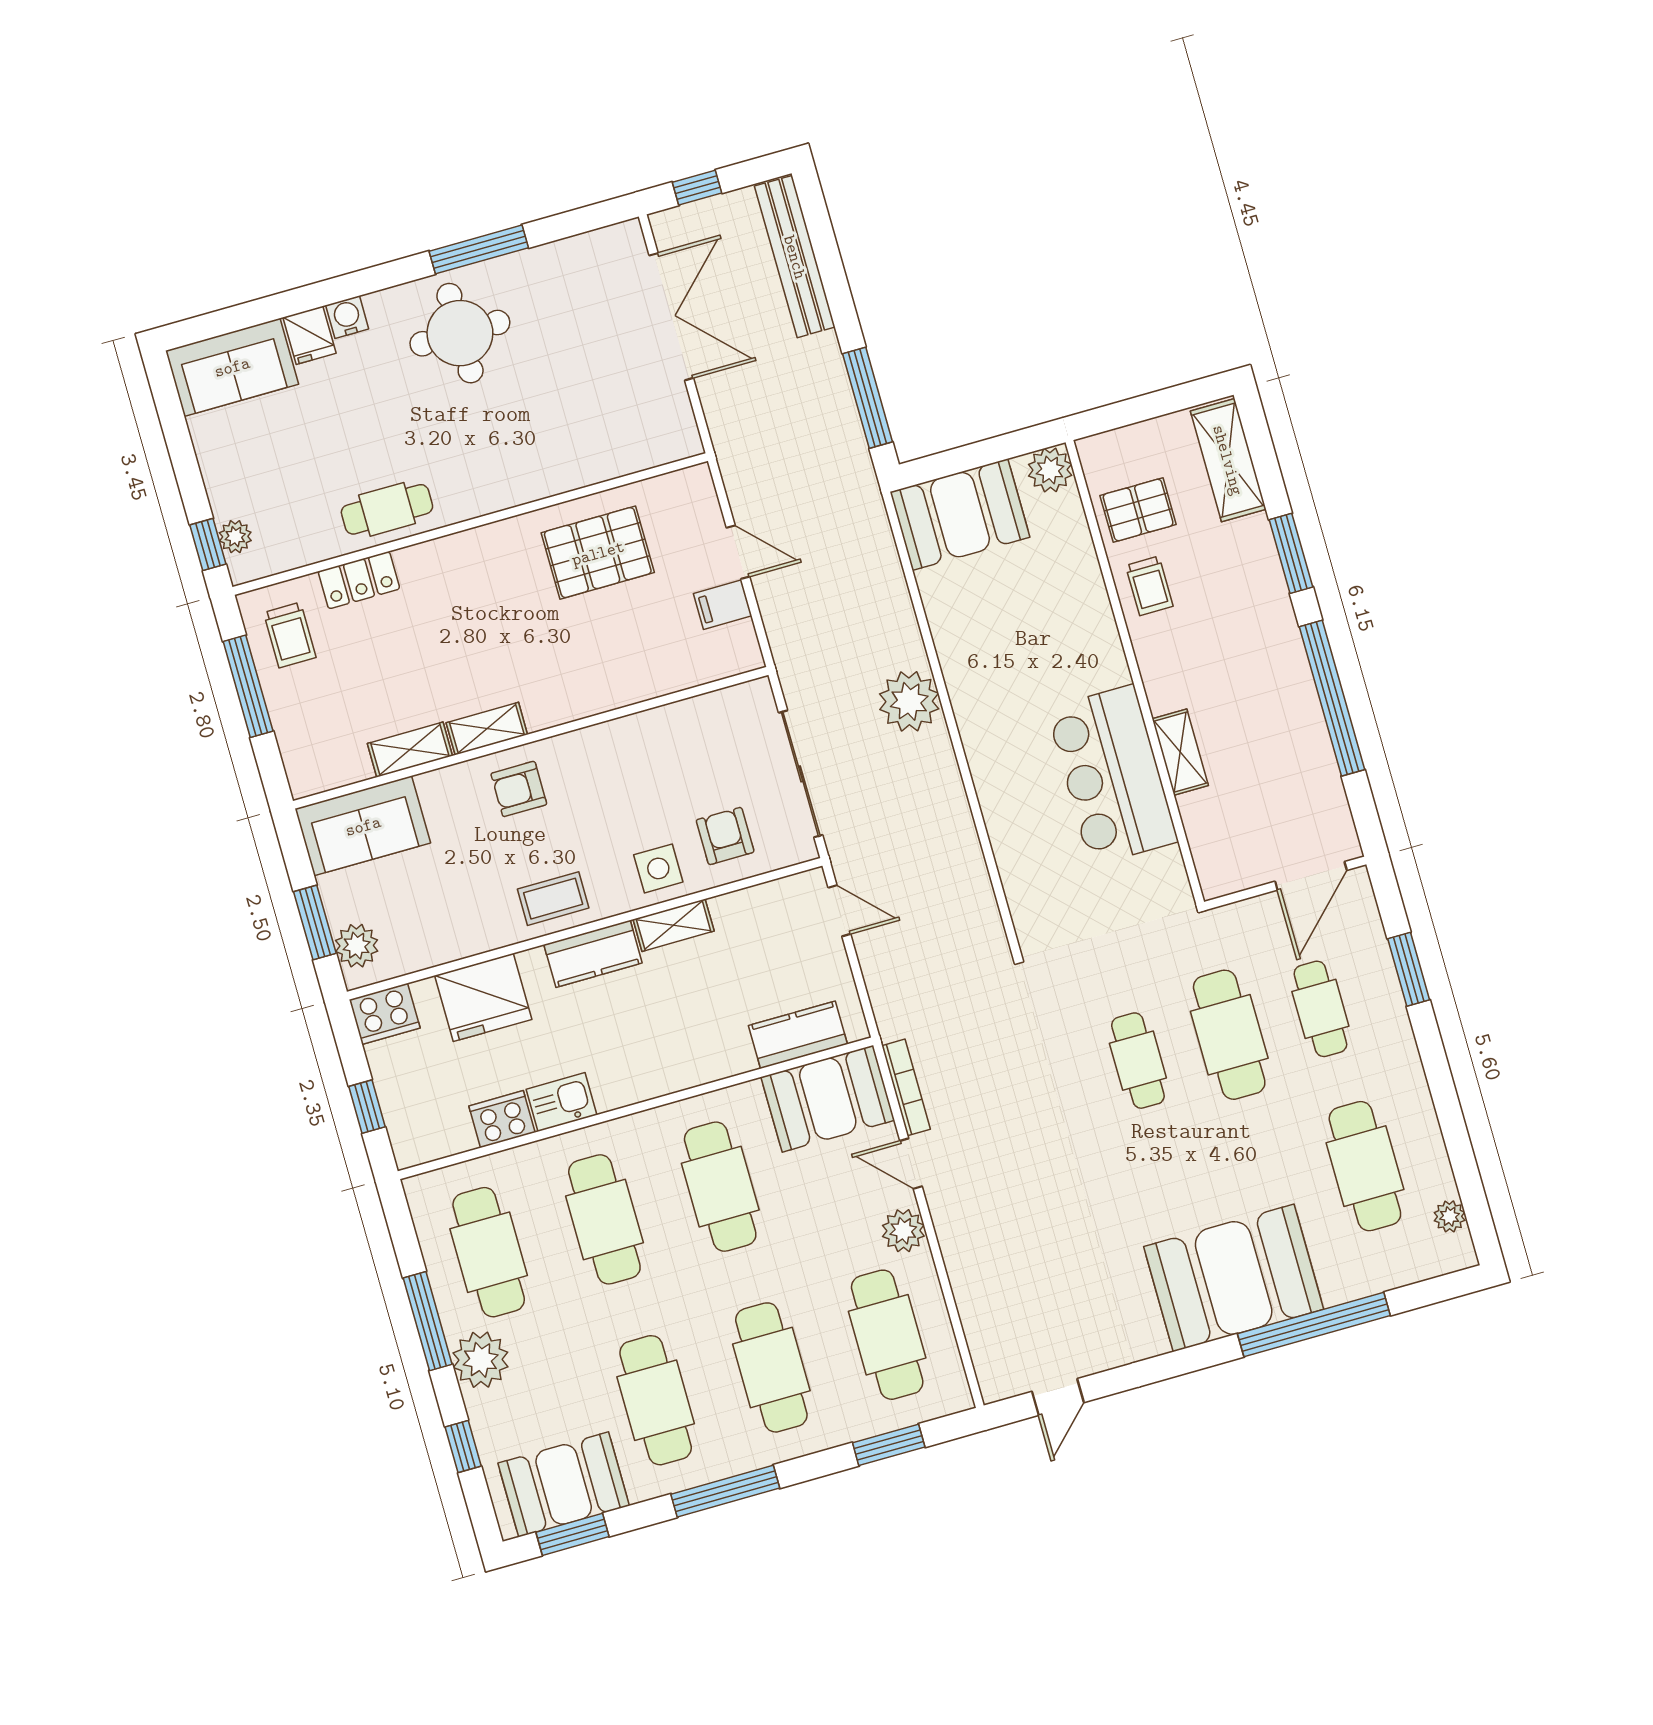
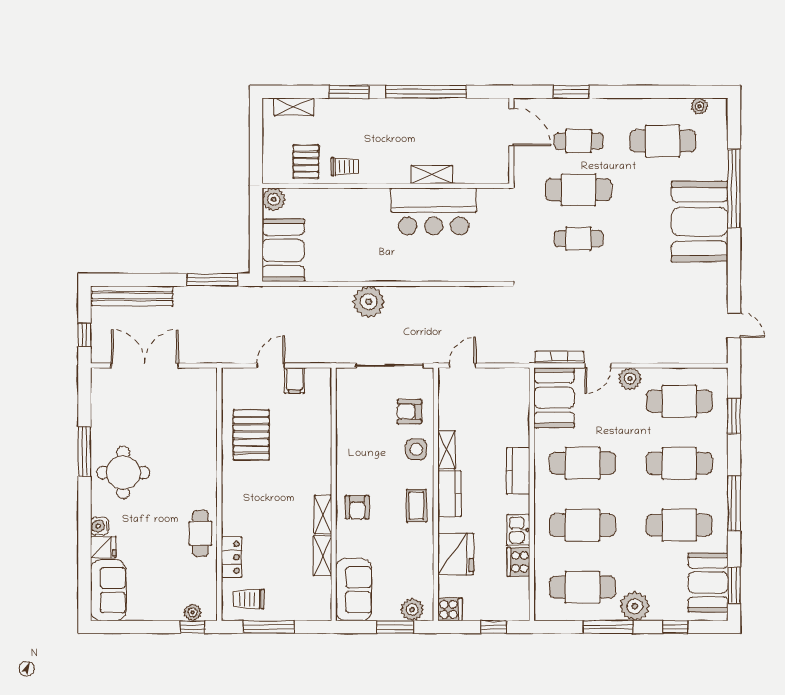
shelving: (1228, 460) -> (294, 107), width x0.67, depth x0.75
trolley: (290, 635) -> (249, 599), turned 180
cooker: (385, 1014) -> (450, 609), width x0.73
kitchen counter: (798, 1035) -> (518, 471), moved

